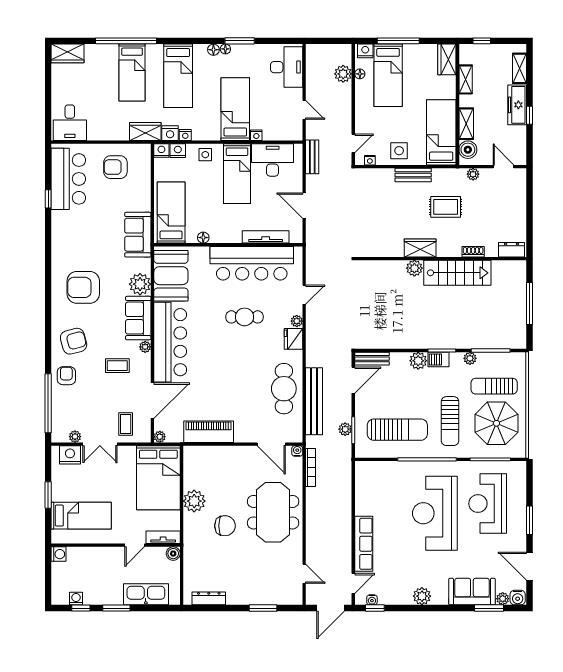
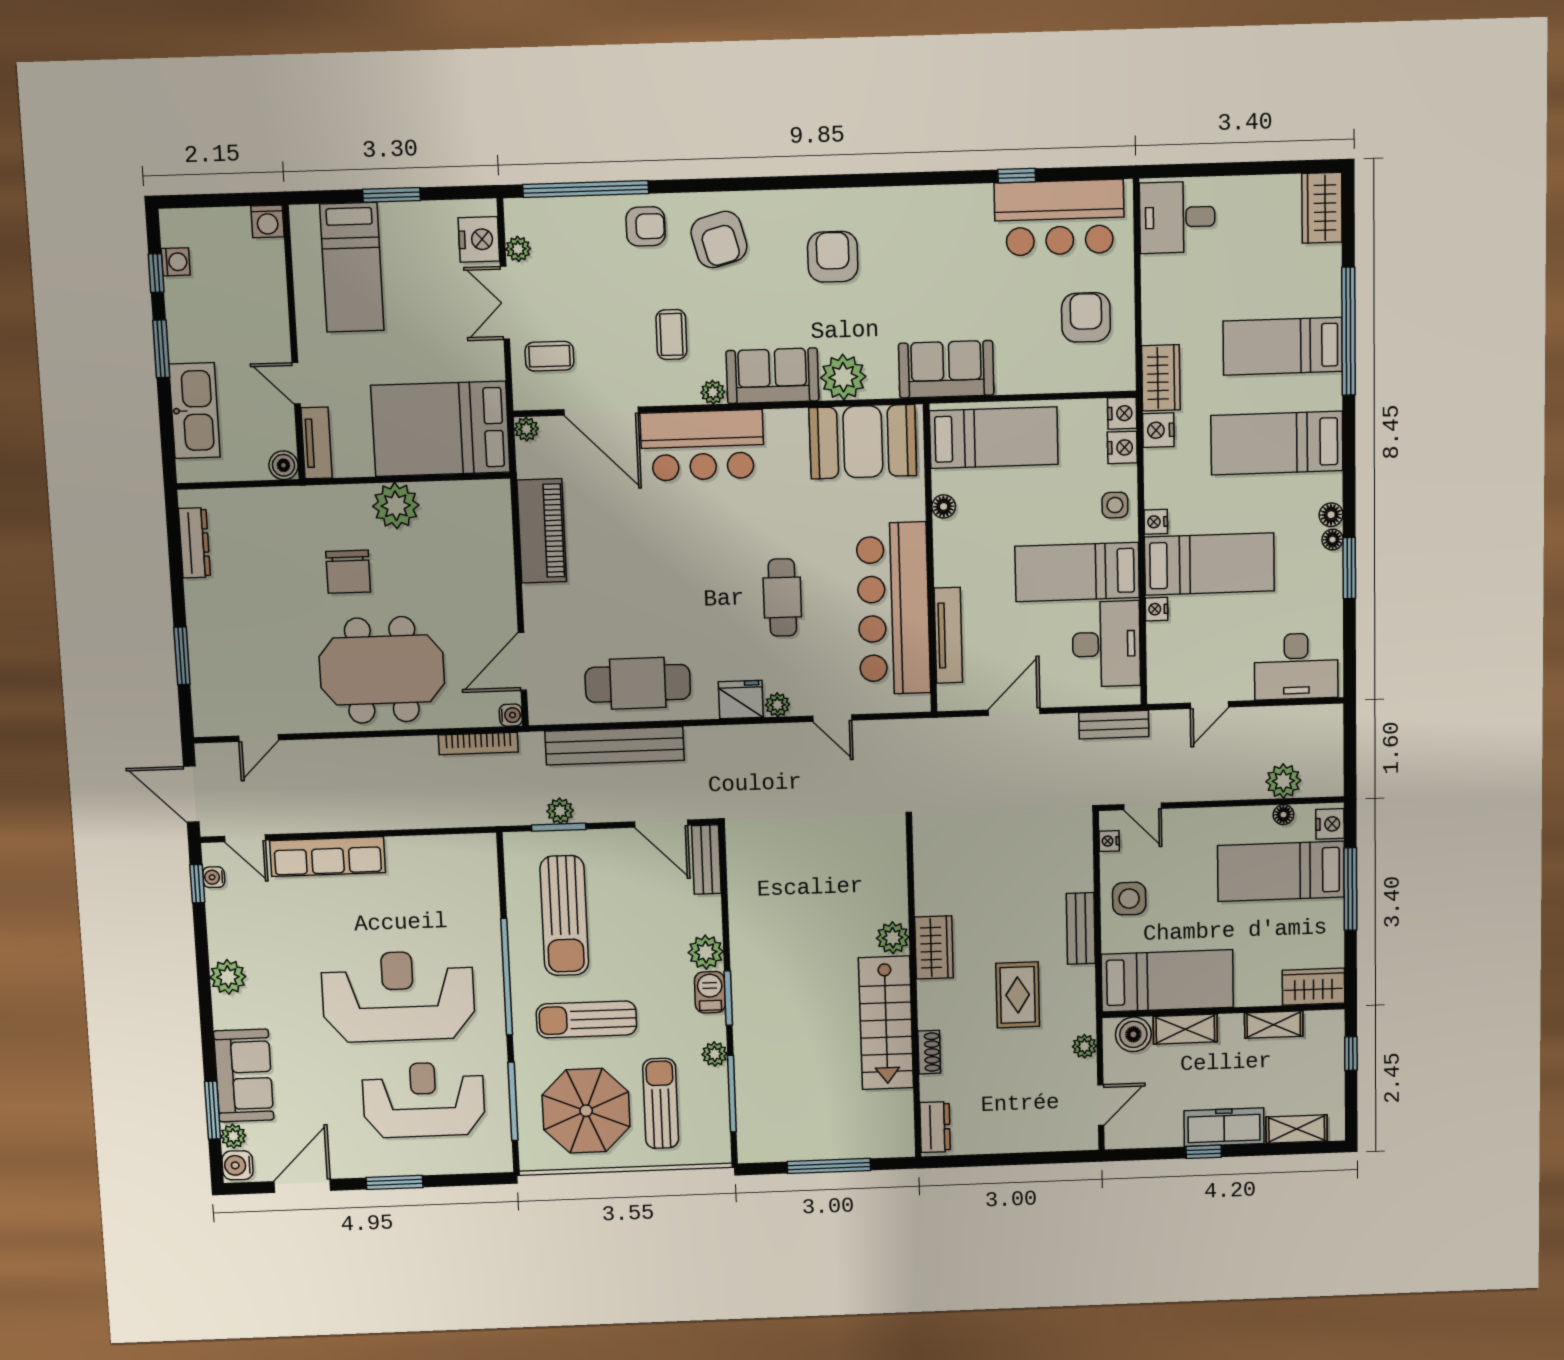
nightstand: (185, 135) -> (1156, 522), moved
armchair: (83, 287) -> (833, 257), width x0.73, depth x0.73
bar counter: (170, 342) -> (702, 445), width x0.73

